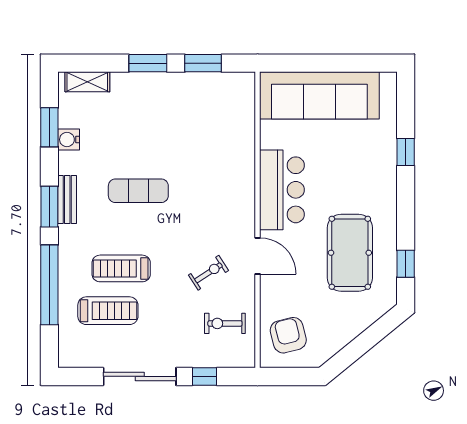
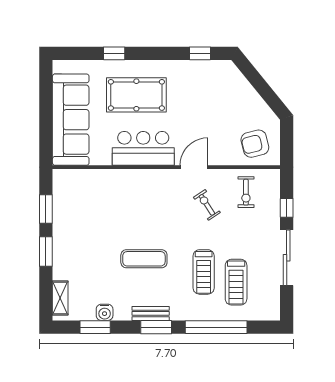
exercise mat: (138, 191) -> (144, 259), turned 90
pool table: (350, 253) -> (136, 95), moved
treadmill: (108, 311) -> (236, 282), turned 180

